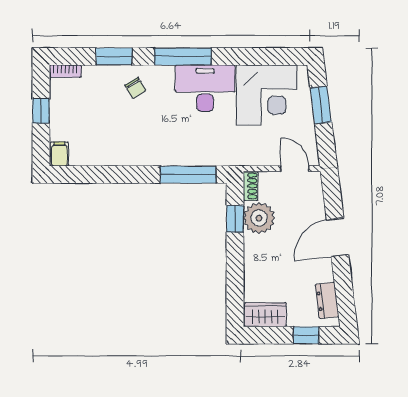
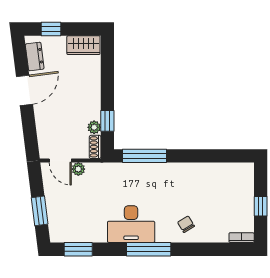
window: (114, 56) -> (78, 249), moved
corner desk: (267, 95) -> (82, 219), removed
filing cabinet: (59, 154) -> (246, 172), removed
plant: (272, 158) -> (78, 169), added
plant: (259, 218) -> (94, 127), width x0.53, depth x0.53
door: (337, 237) -> (24, 90), moved

